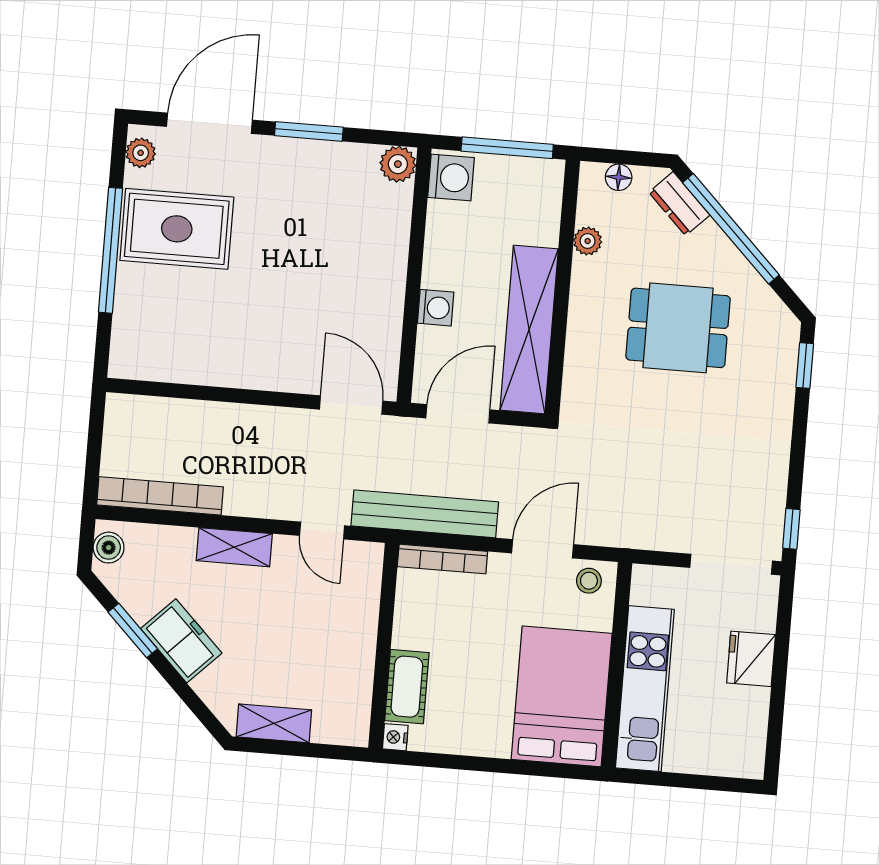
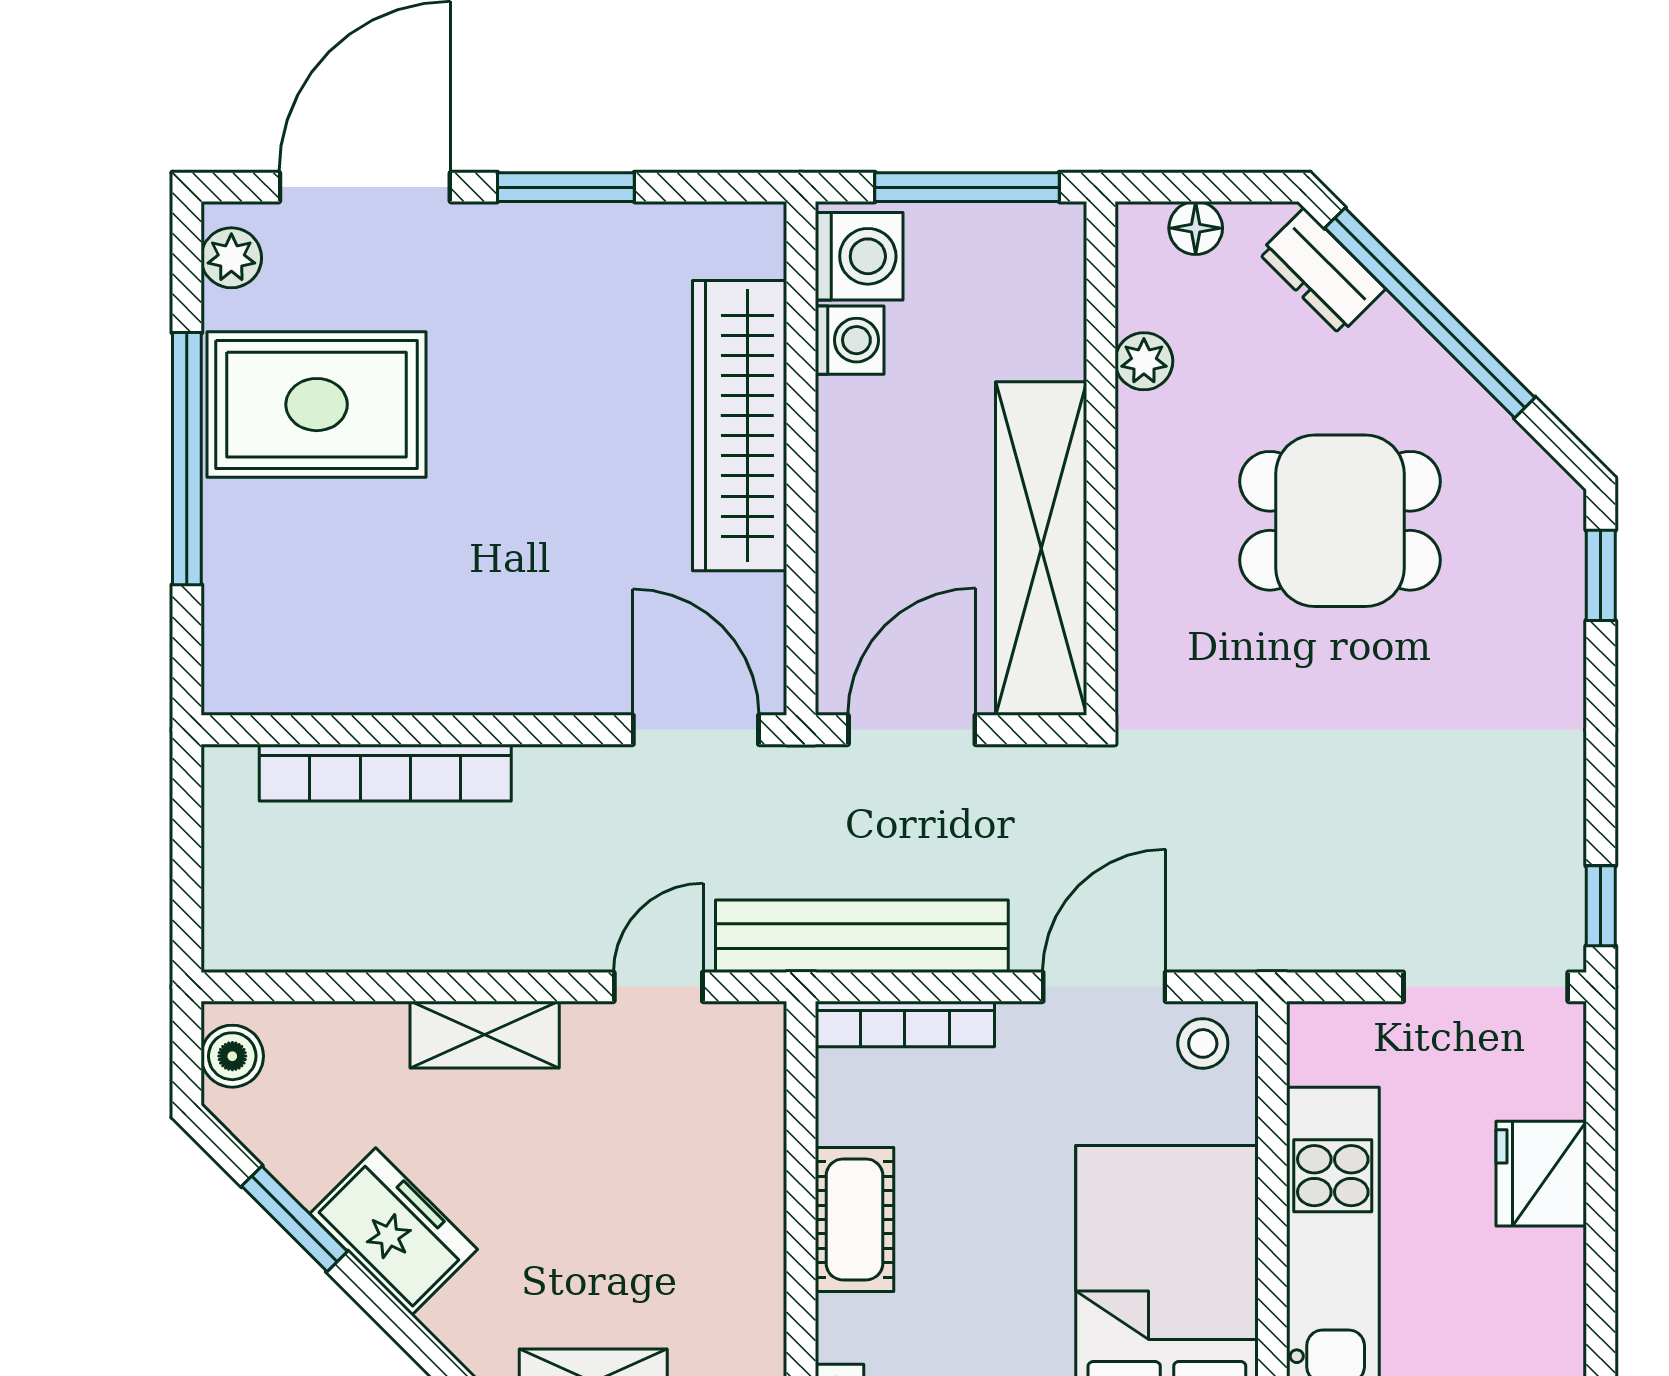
plant: (398, 164) -> (750, 238), removed
wardrobe: (385, 256) -> (740, 426), added
washing machine: (436, 308) -> (850, 340), moved
bookcase: (160, 496) -> (385, 773), moved, turned 180
door: (322, 531) -> (658, 987), swing flipped
cot: (407, 687) -> (854, 1219), moved

